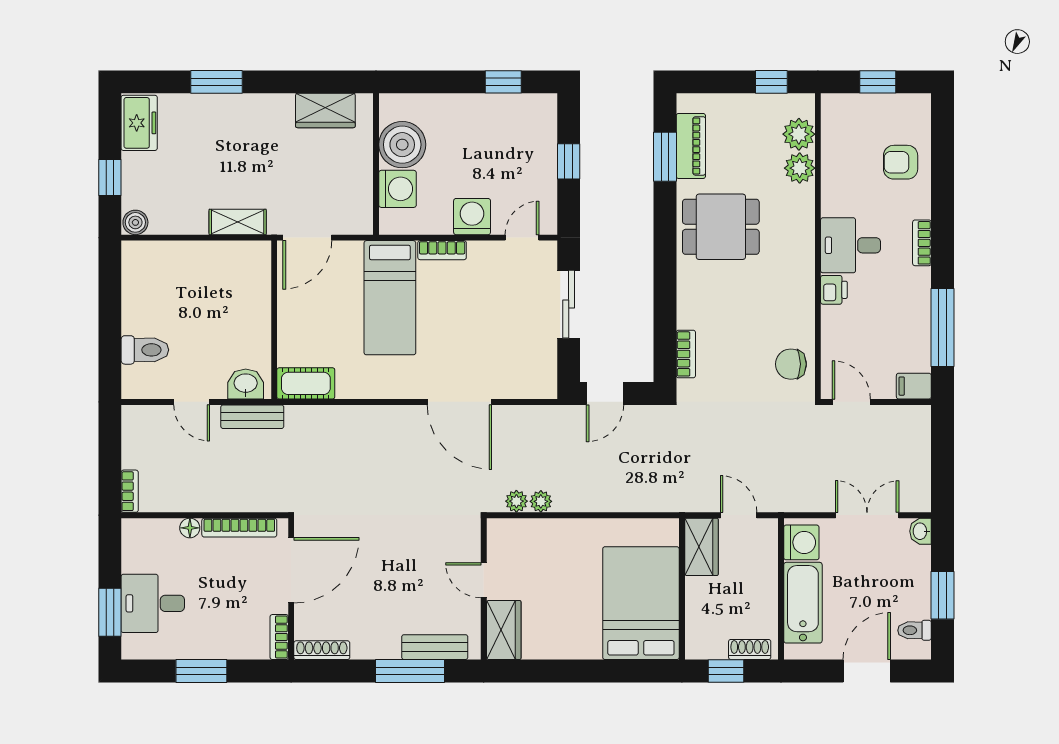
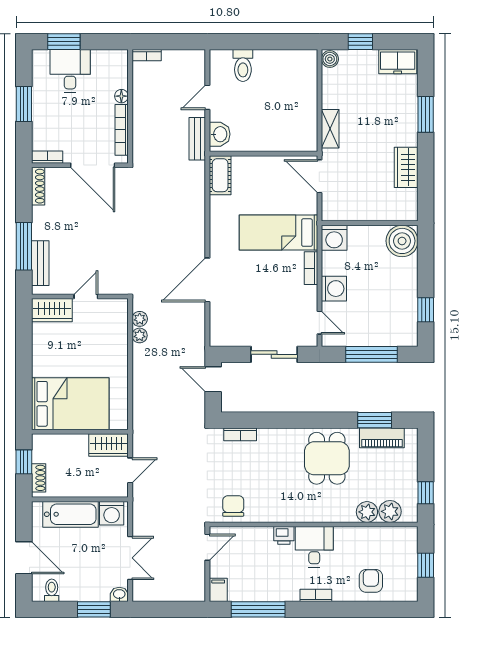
wardrobe: (325, 110) -> (406, 167), moved
boiler: (402, 145) -> (402, 241), moved
window: (569, 161) -> (371, 354), width x2.17
washing machine: (398, 189) -> (334, 238), moved
window: (942, 595) -> (94, 609), moved

